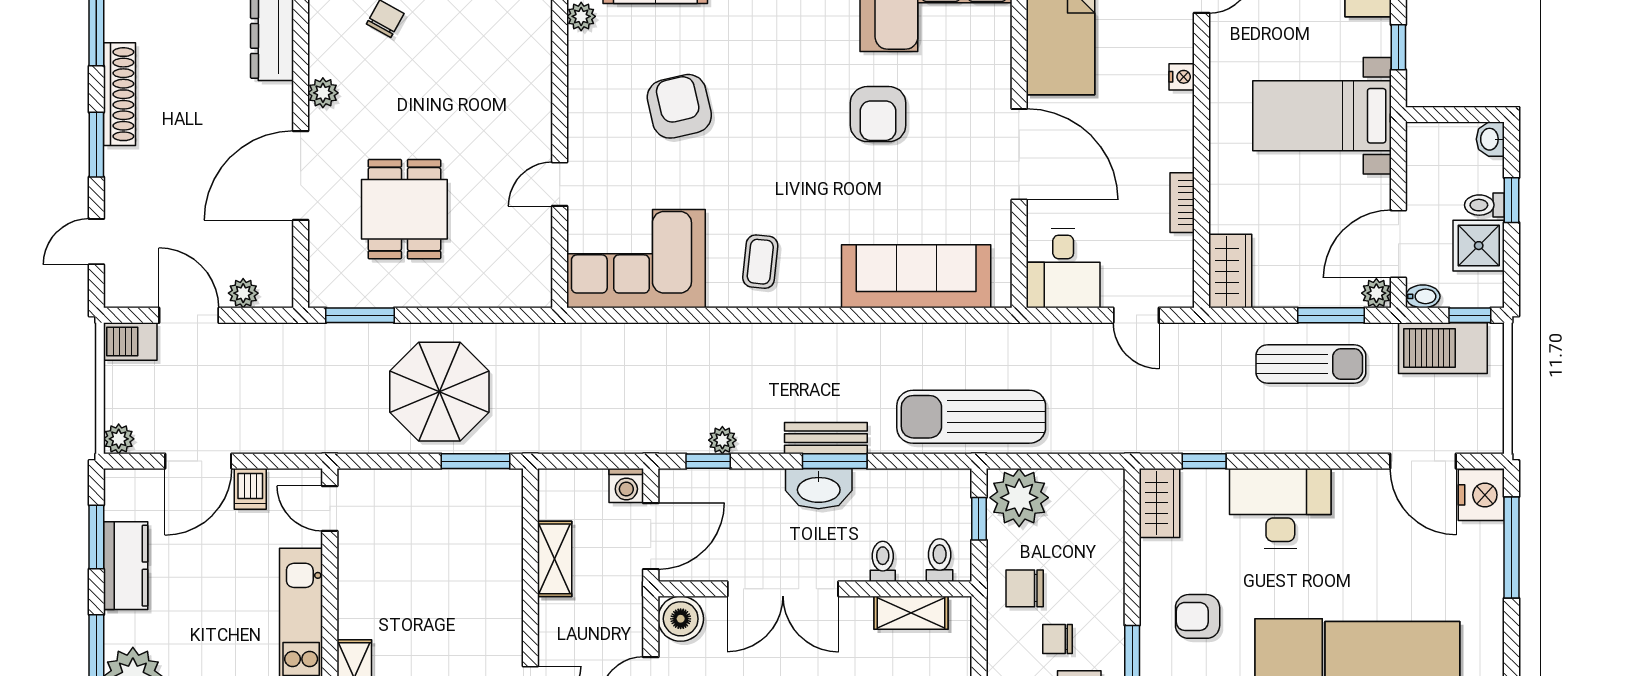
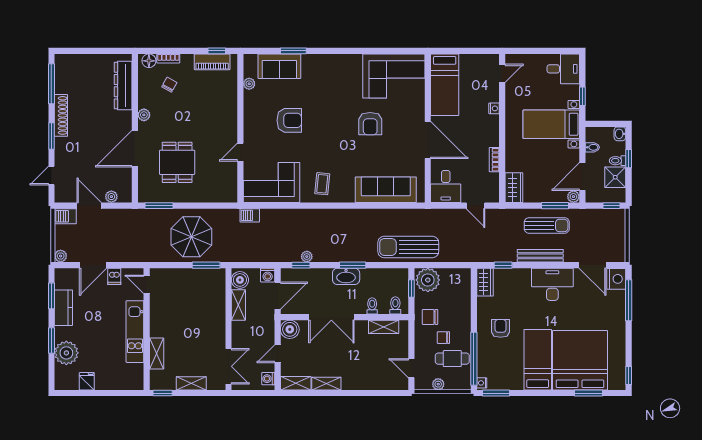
armchair: (679, 106) -> (289, 120), turned 103
bidet: (1423, 296) -> (592, 147), moved
barbecue: (1443, 348) -> (250, 215), moved, width x0.53, depth x0.65
bench: (826, 438) -> (540, 256), moved, width x1.36
boiler: (558, 497) -> (240, 280), added
desk: (1280, 508) -> (552, 284), moved
armchair: (1198, 616) -> (501, 328), turned 90

